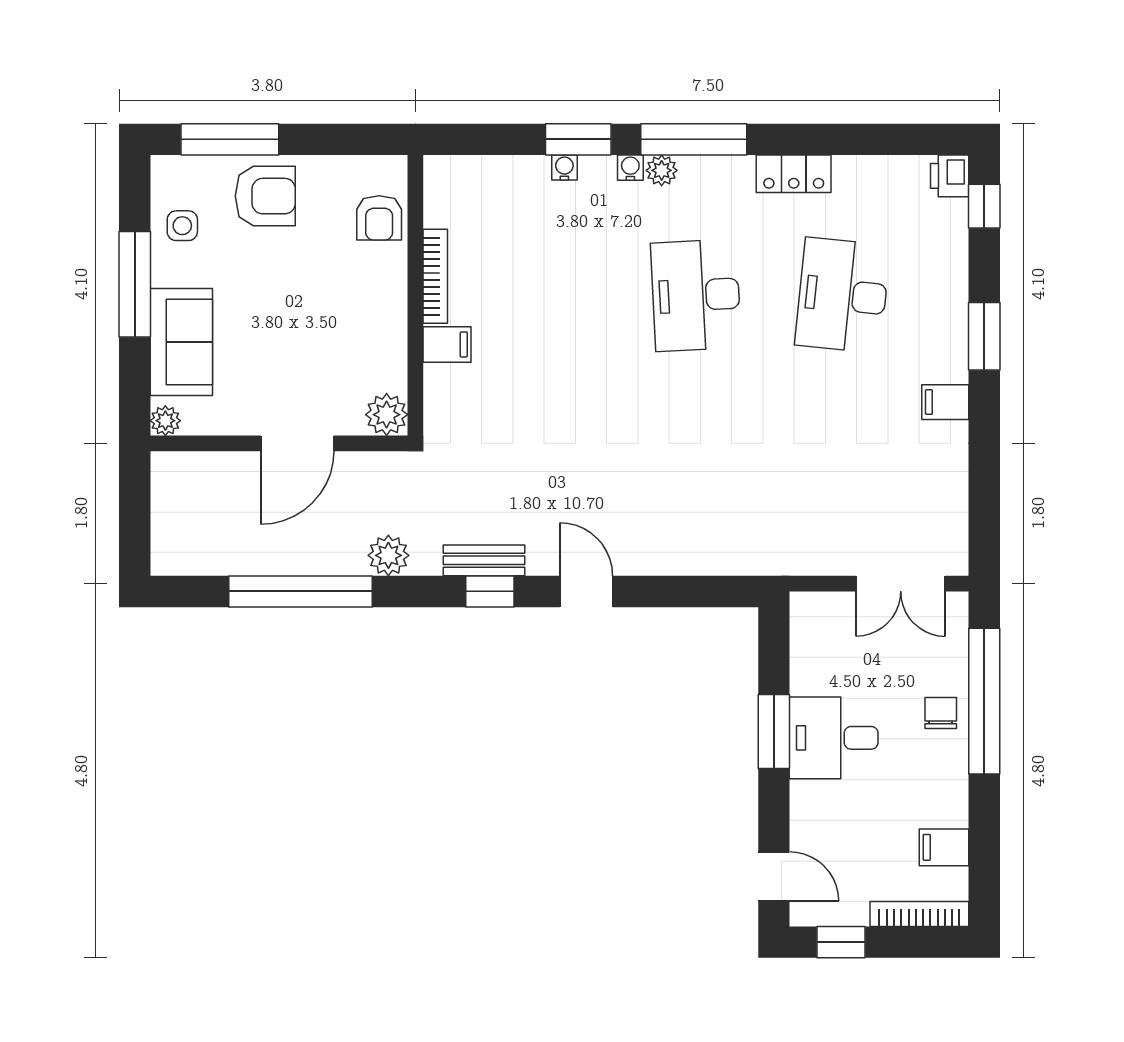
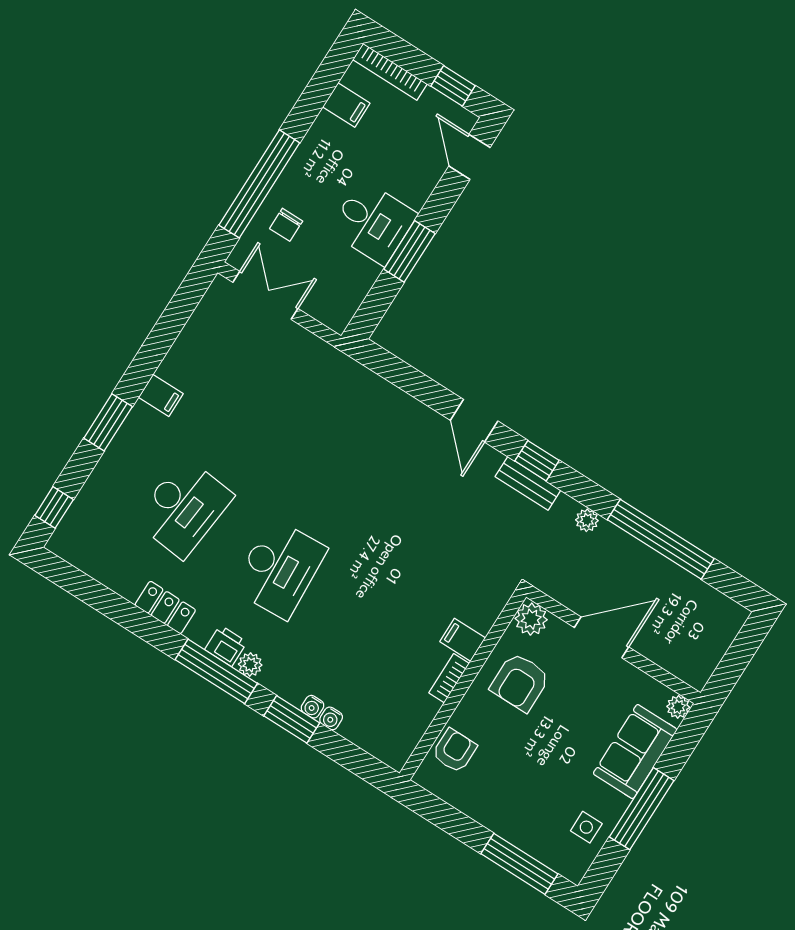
water cooler: (630, 168) -> (331, 718), moved
printer: (950, 176) -> (226, 646), moved, turned -90
armchair: (265, 196) -> (520, 682), moved, turned -90
bookcase: (435, 276) -> (449, 678), width x0.64
plant: (388, 555) -> (587, 520), width x0.73, depth x0.73
chair: (941, 713) -> (286, 225), moved

